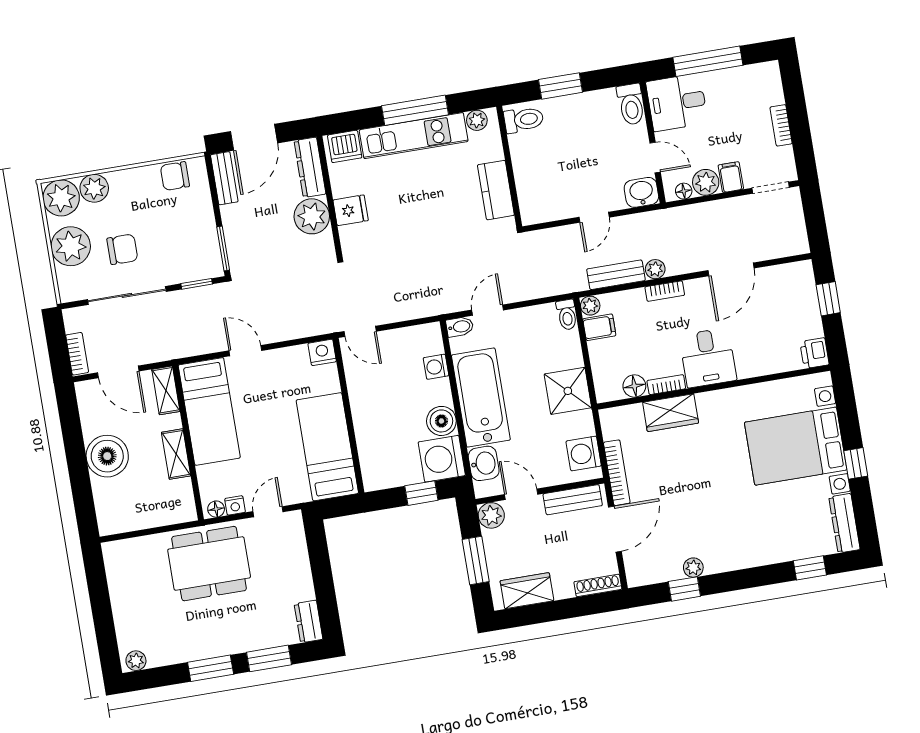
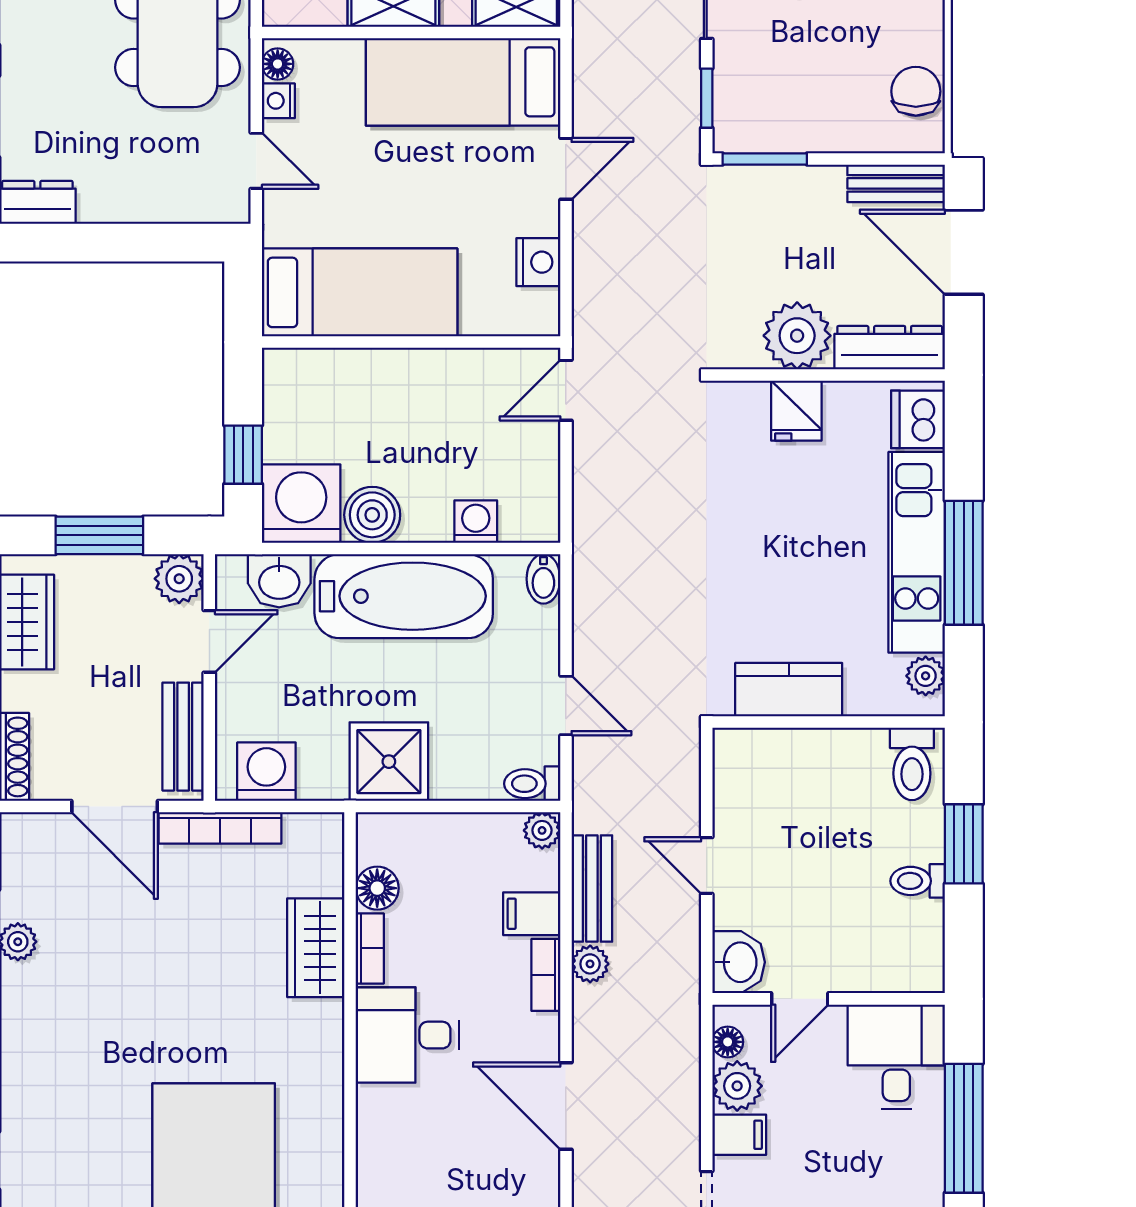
toilet: (631, 104) -> (918, 881), moved, width x0.73, depth x0.72
door: (488, 310) -> (566, 705), moved
filing cabinet: (599, 327) -> (532, 914), moved, turned 90
nightstand: (322, 352) -> (538, 262), moved

